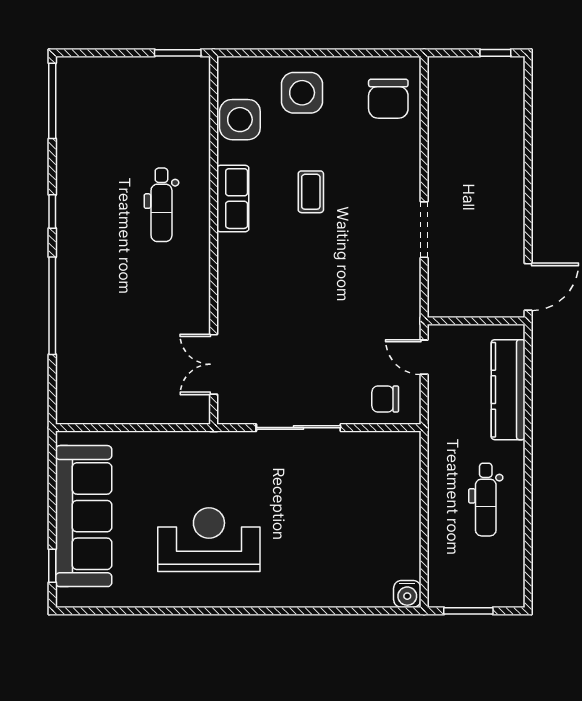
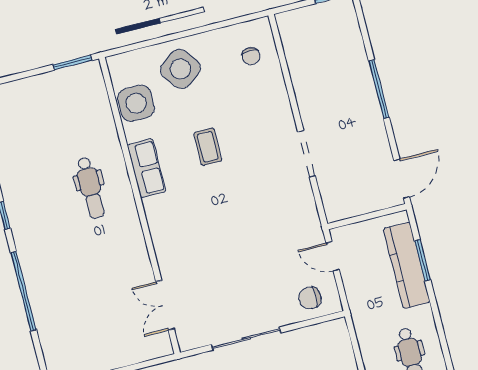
side table: (302, 93) -> (180, 69), turned -37
chair: (388, 99) -> (251, 56), width x0.54, depth x0.54
window: (528, 175) -> (379, 89), added
window: (528, 389) -> (422, 260), added

